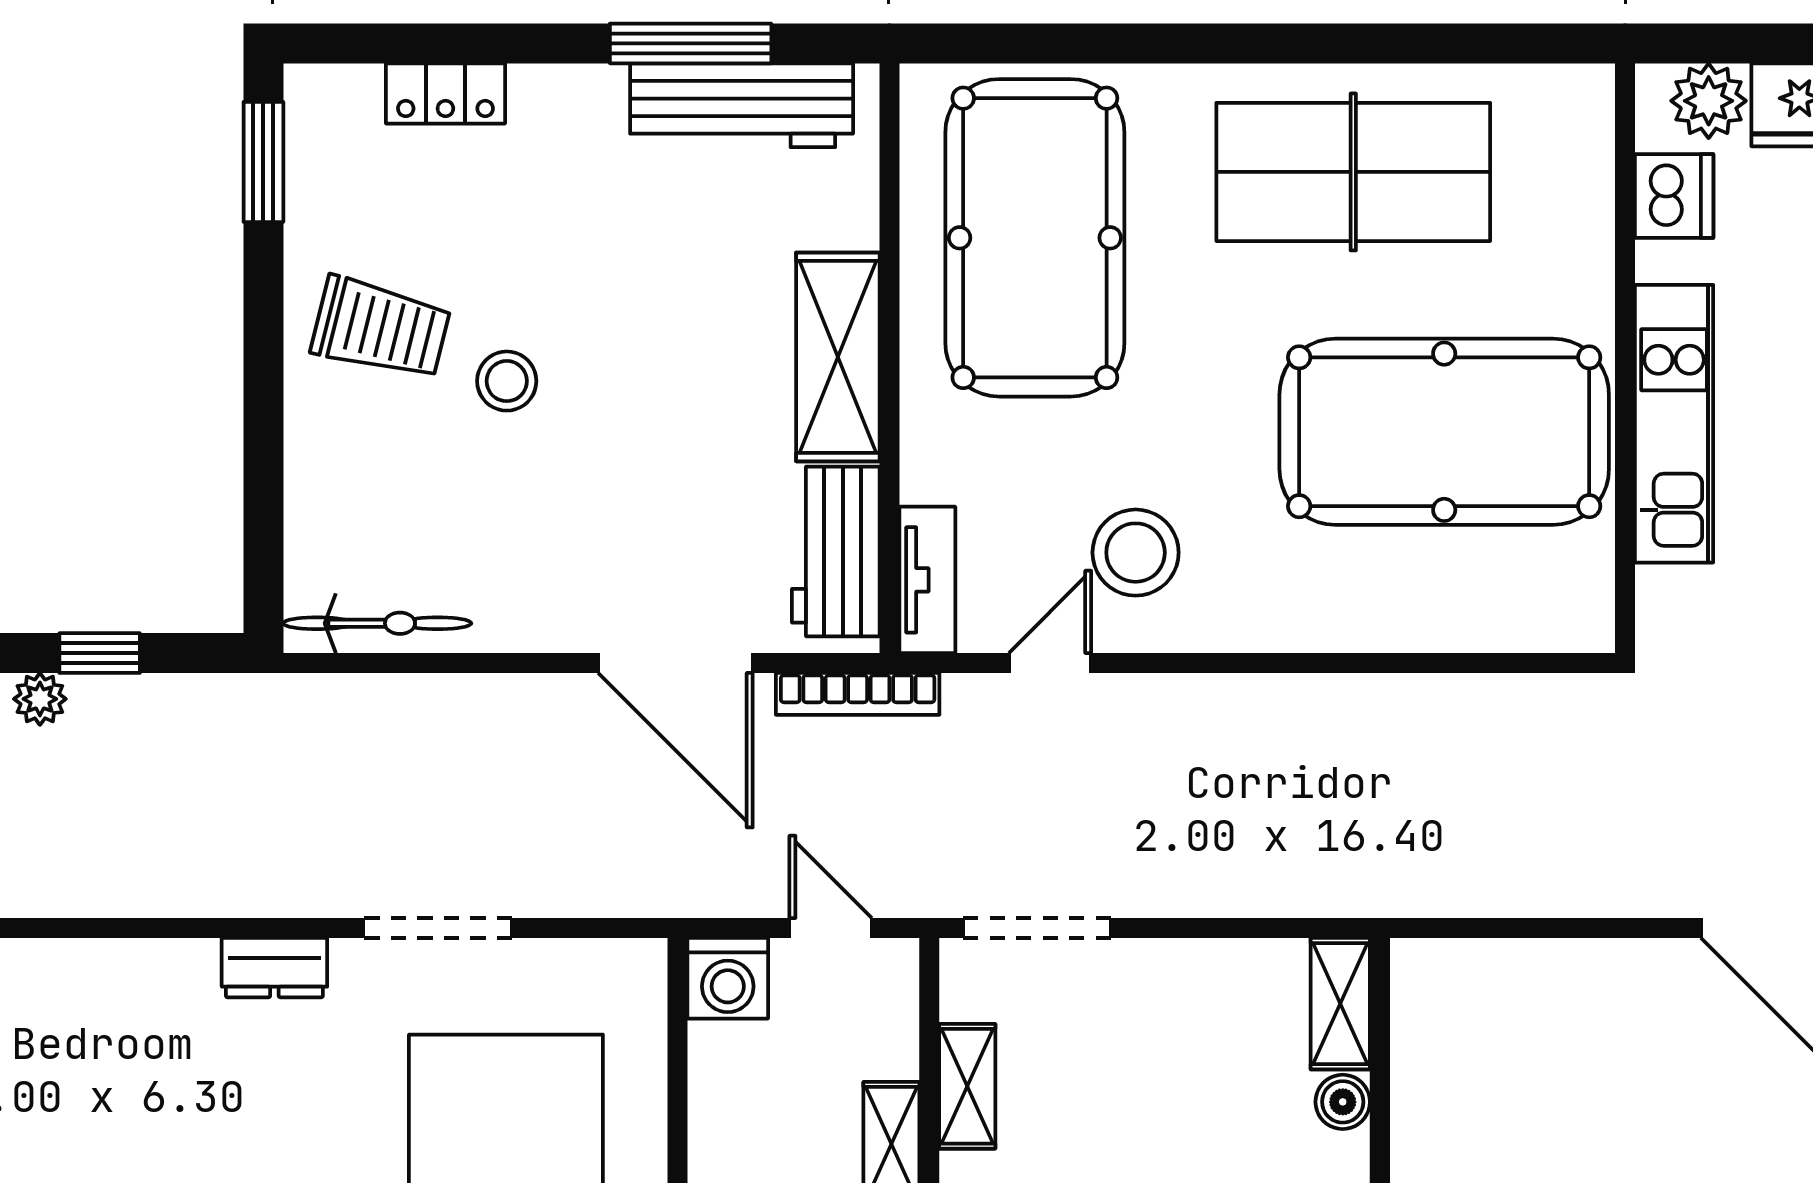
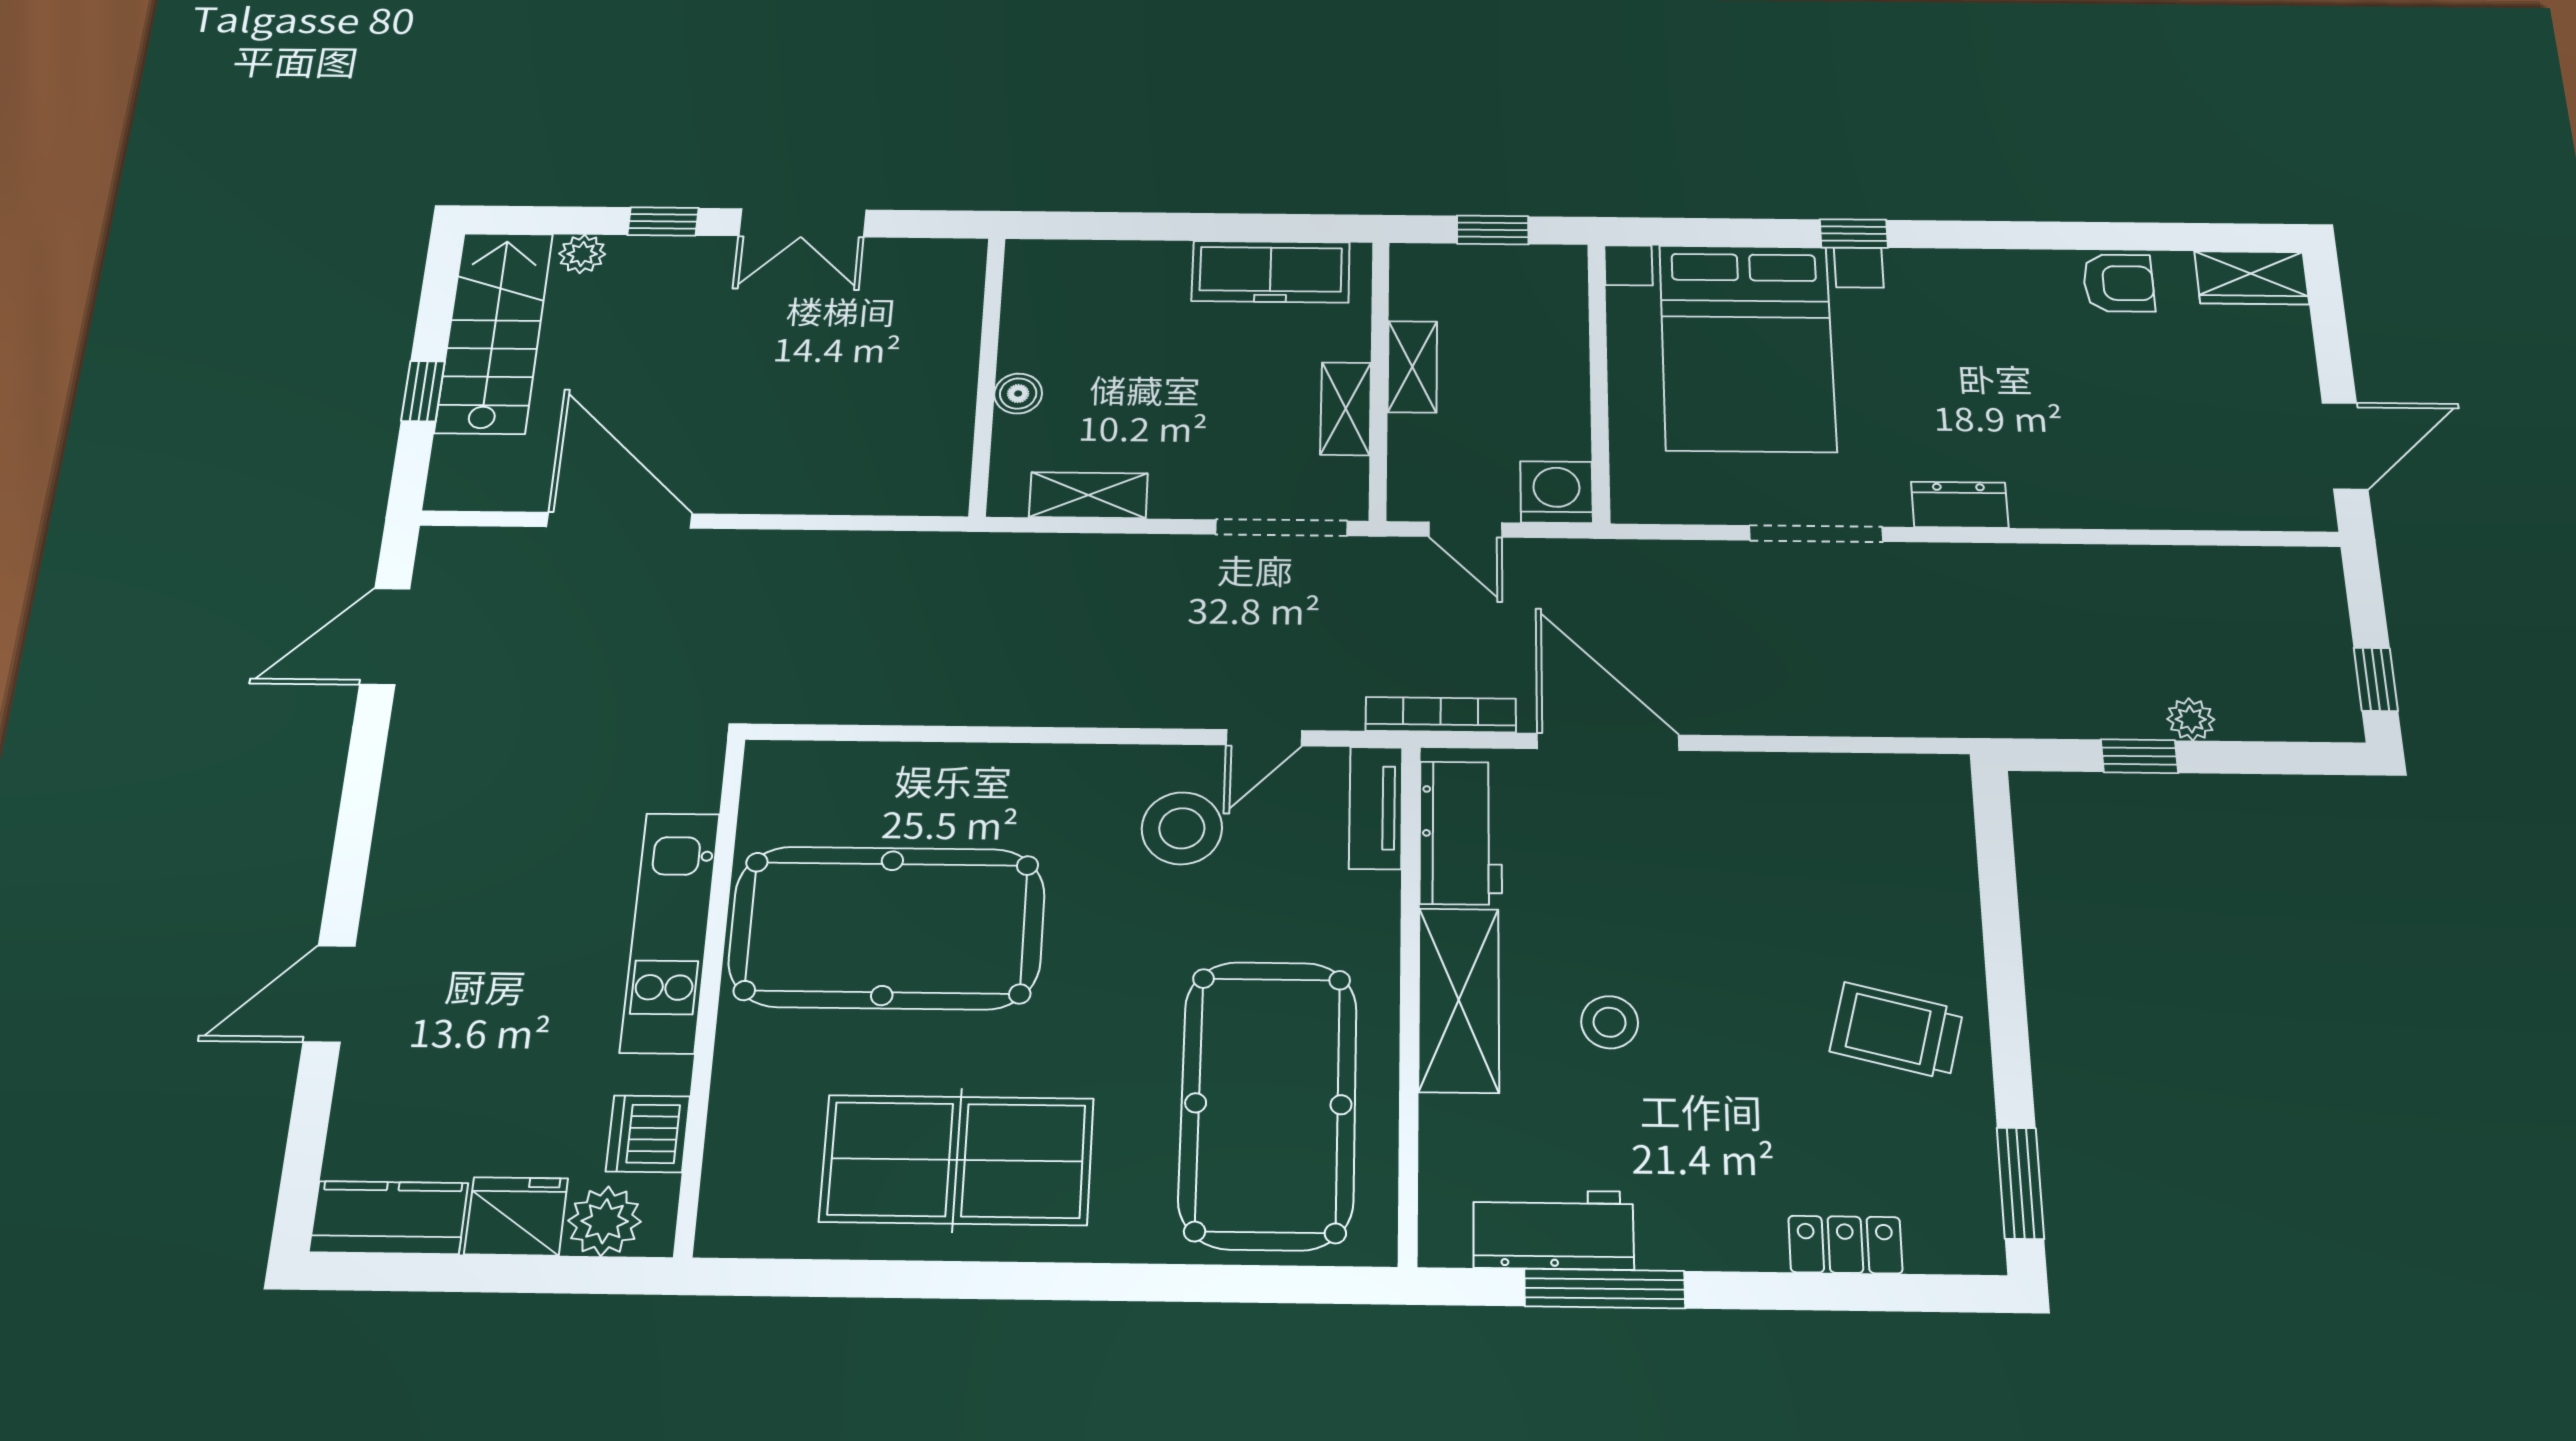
workbench: (742, 105) -> (1553, 1230), width x0.73
stool: (507, 381) -> (1610, 1022), moved
bicycle: (377, 623) -> (1885, 778), removed
shelving: (1340, 1004) -> (1088, 495), moved, turned 90

